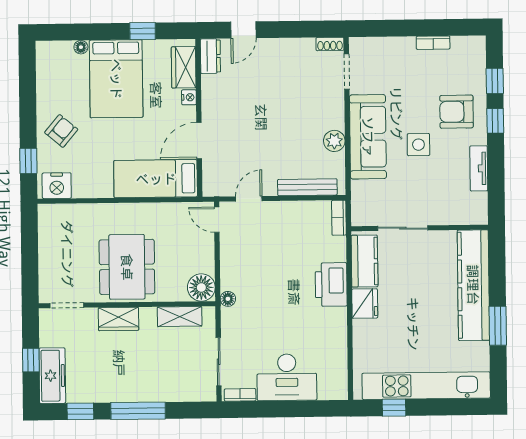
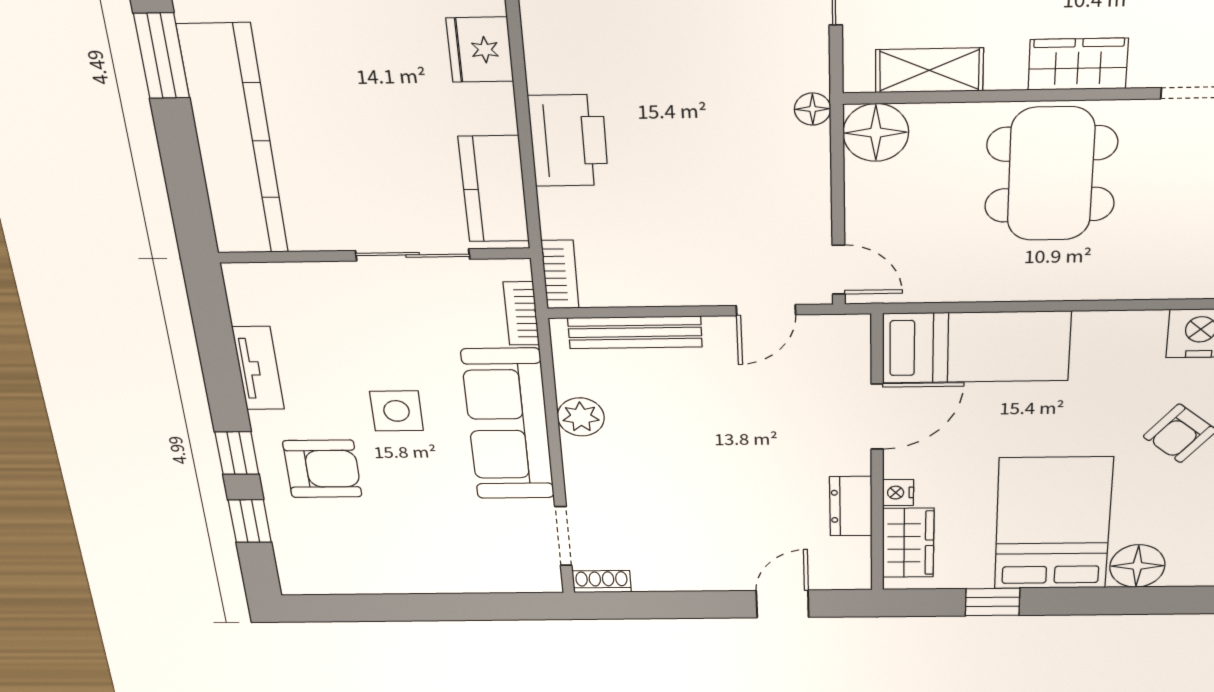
bookcase: (433, 43) -> (521, 313), moved, turned -90
floor lamp: (81, 47) -> (1137, 566), width x1.89, depth x1.89
dresser: (210, 56) -> (851, 506), moved
fridge: (365, 303) -> (480, 50), moved

